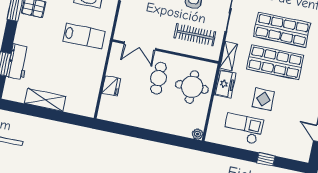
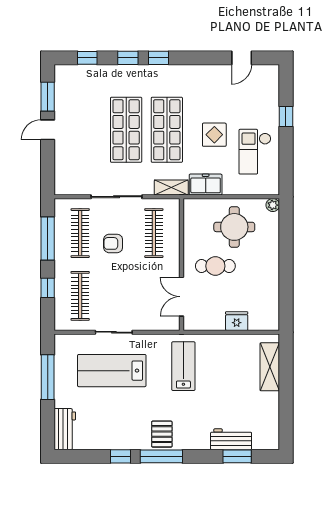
double door: (140, 46) -> (181, 297), swing flipped
round table: (192, 87) -> (234, 227), moved
shelving: (45, 100) -> (270, 367), moved

